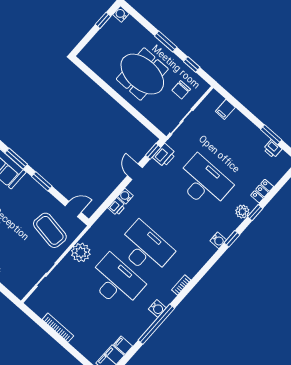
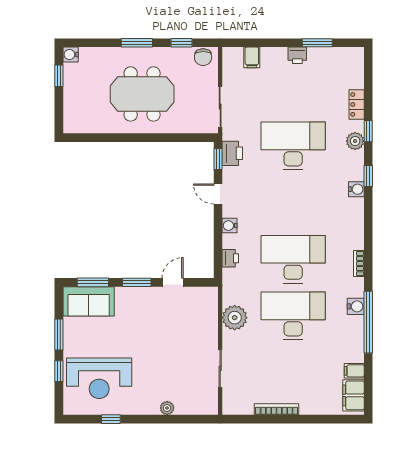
chair: (181, 90) -> (203, 57), moved
printer: (273, 149) -> (297, 55), moved
printer: (117, 207) -> (230, 258), moved
door: (73, 209) -> (173, 282), moved
coffee table: (50, 230) -> (186, 323), removed

